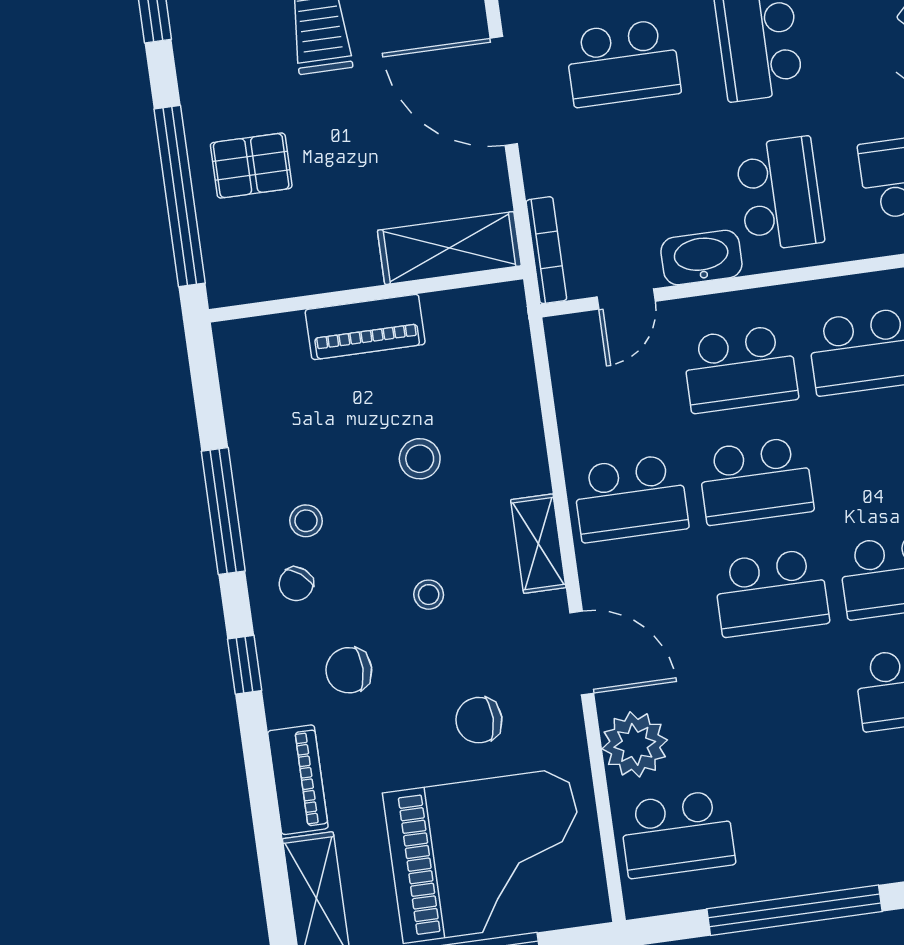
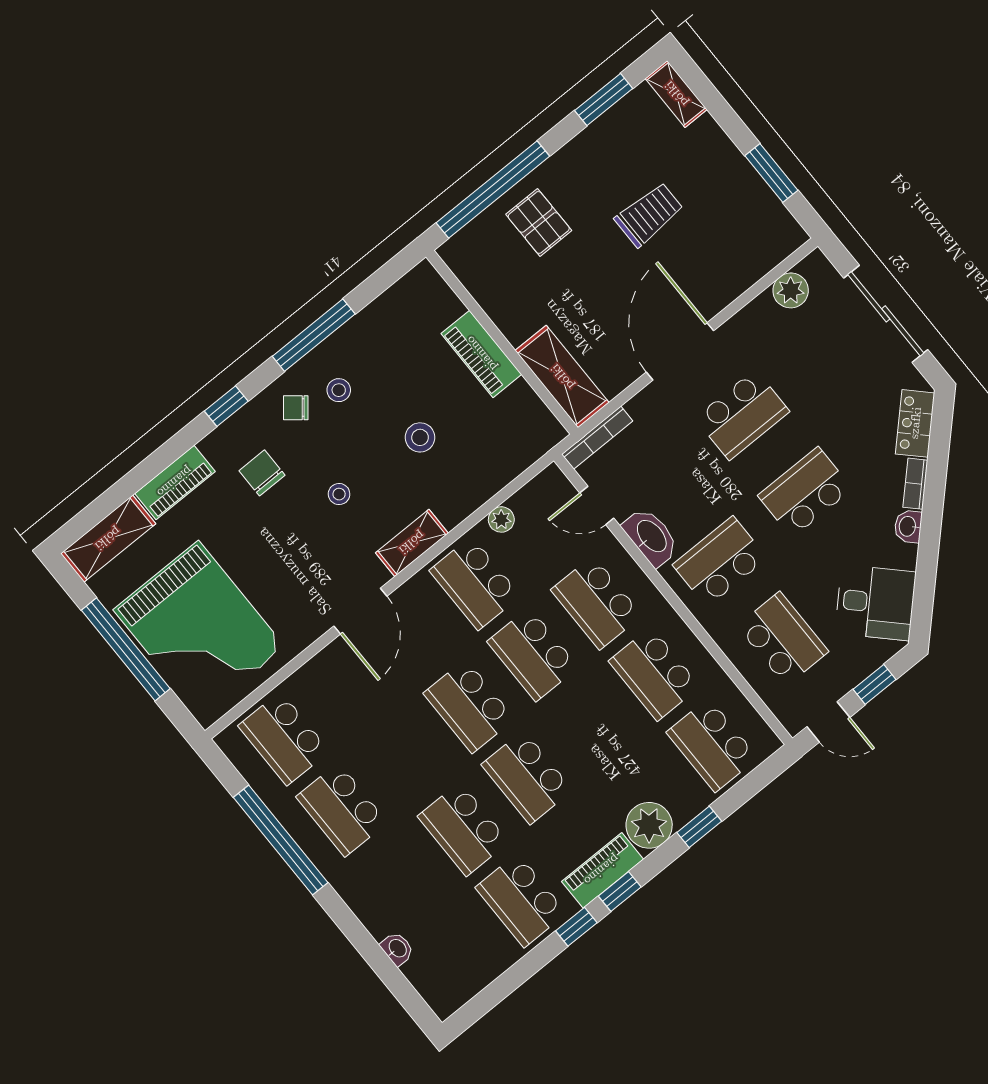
school desk: (623, 63) -> (742, 415), turned -90
school desk: (780, 194) -> (720, 561), turned 180
chair: (479, 720) -> (280, 572), removed
plant: (635, 744) -> (501, 519), moved, width x0.53, depth x0.53
school desk: (802, 817) -> (342, 810), added

